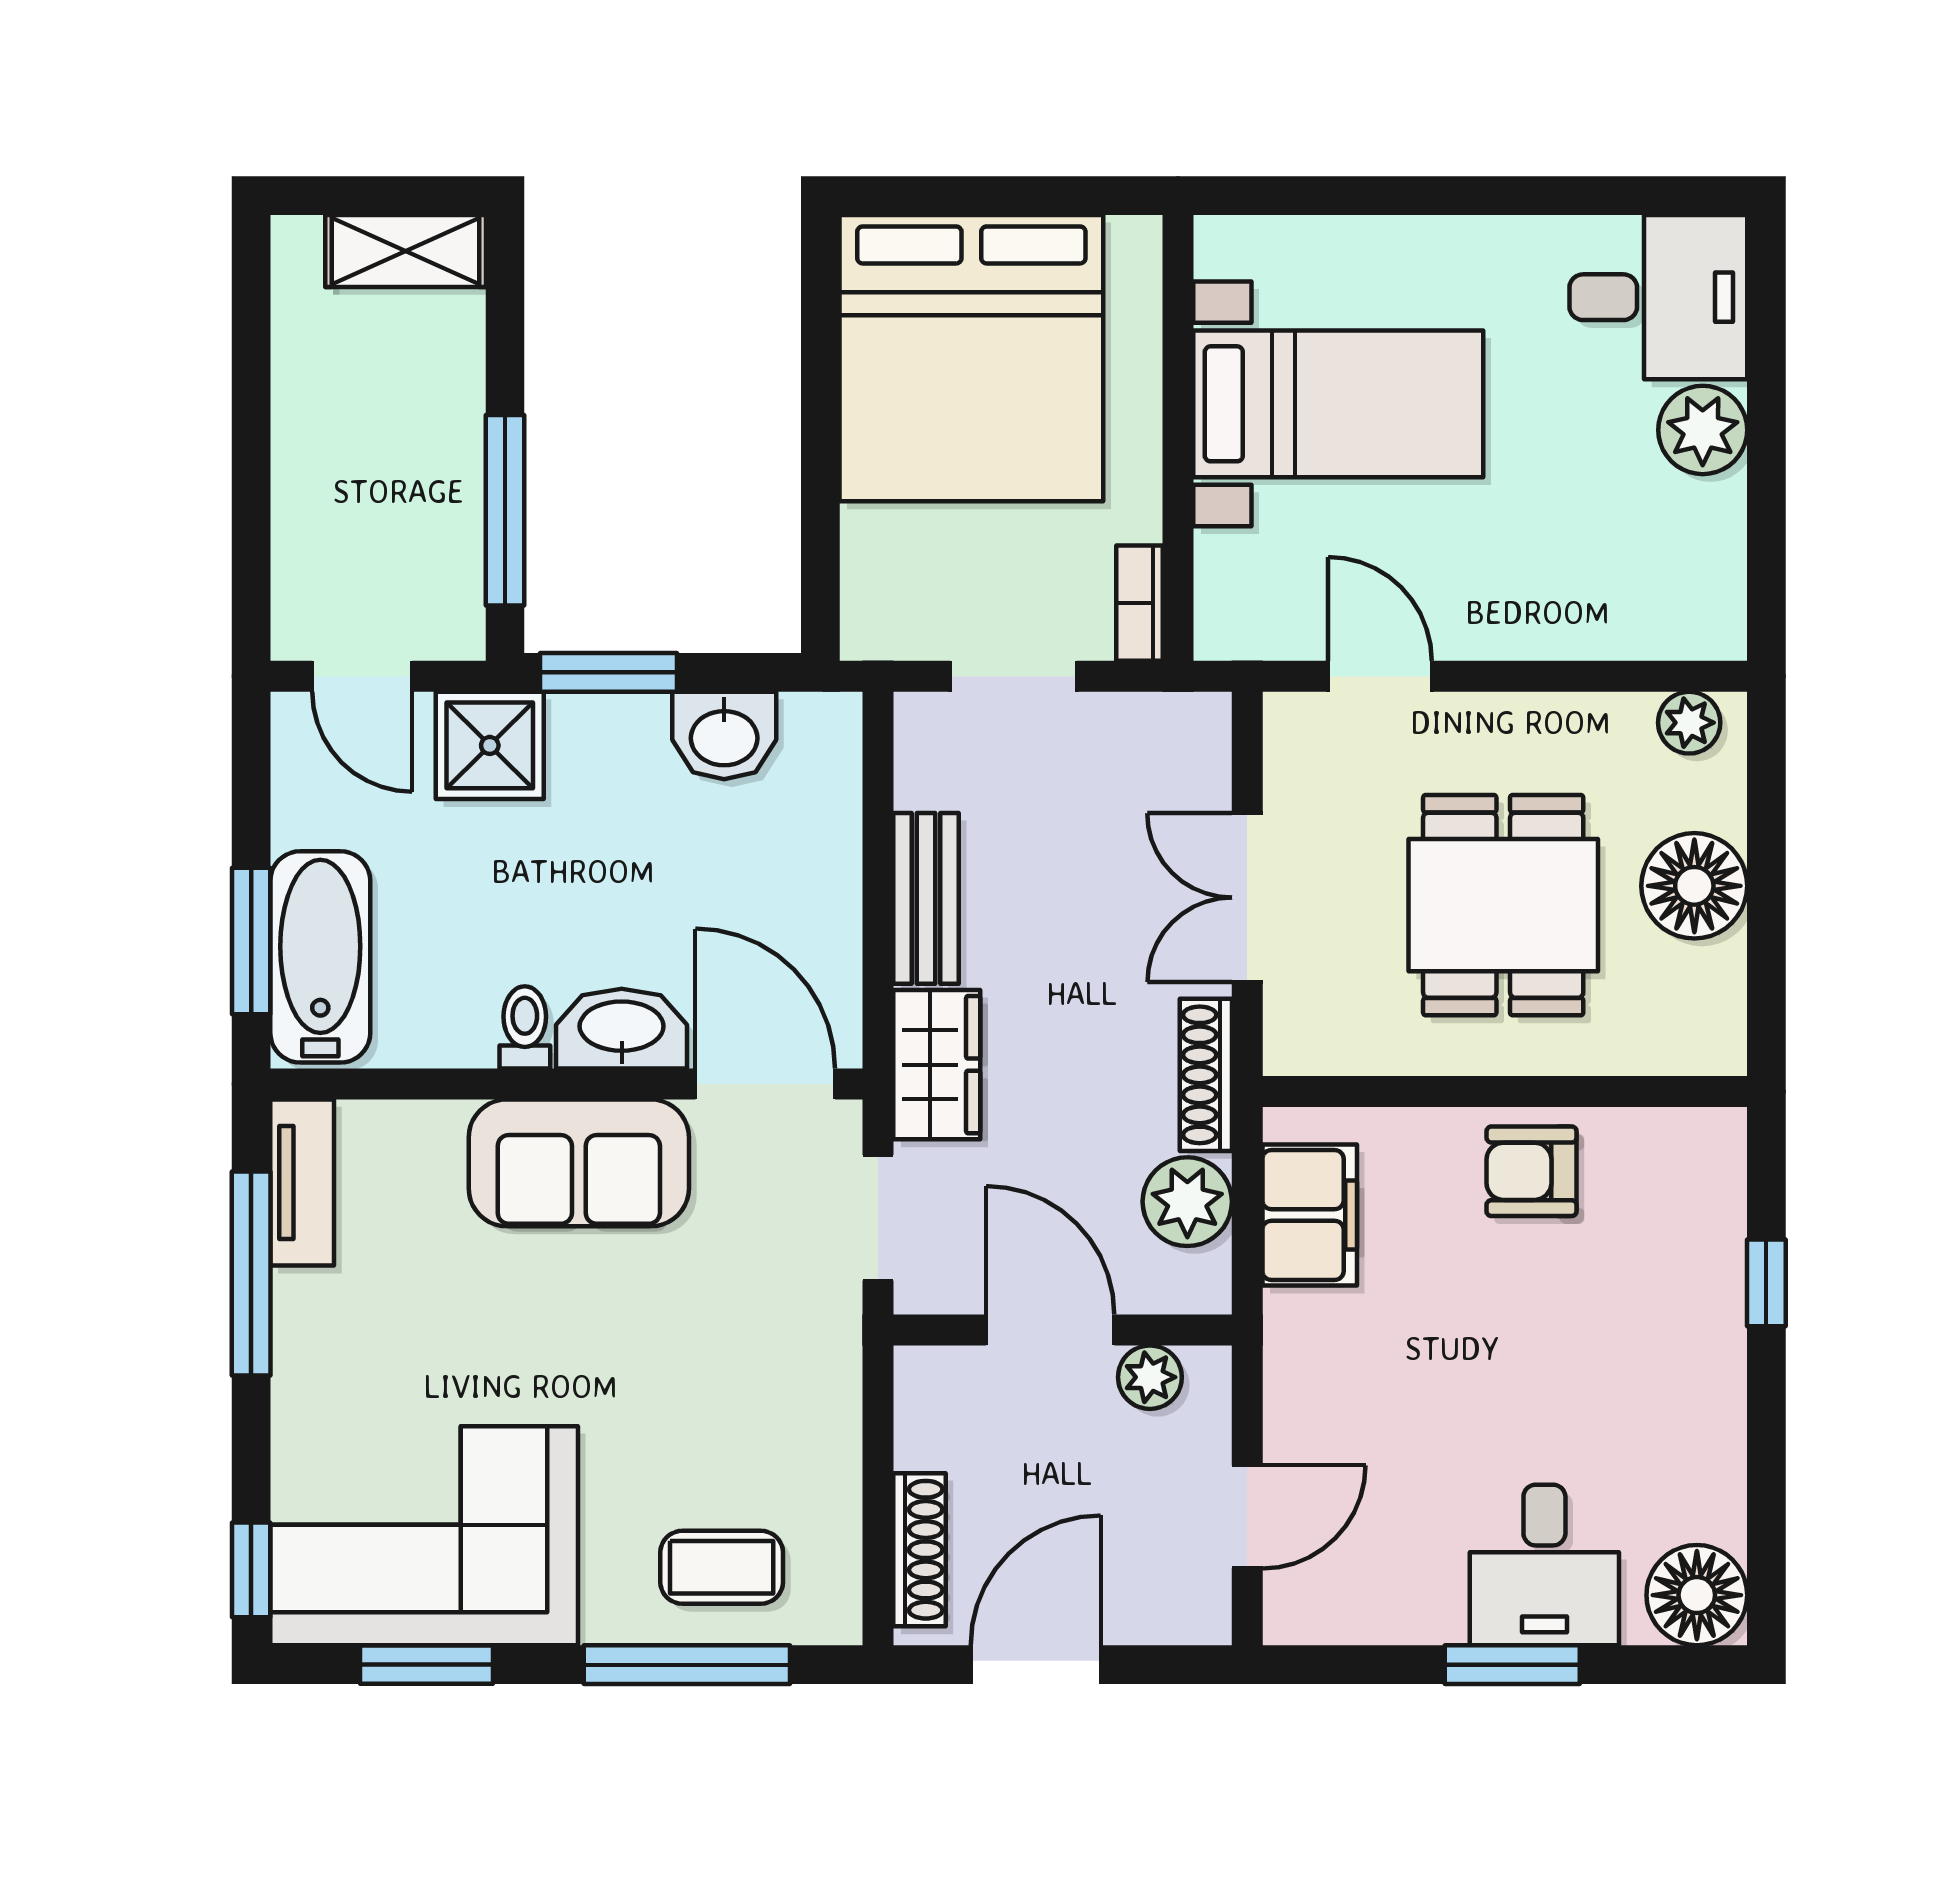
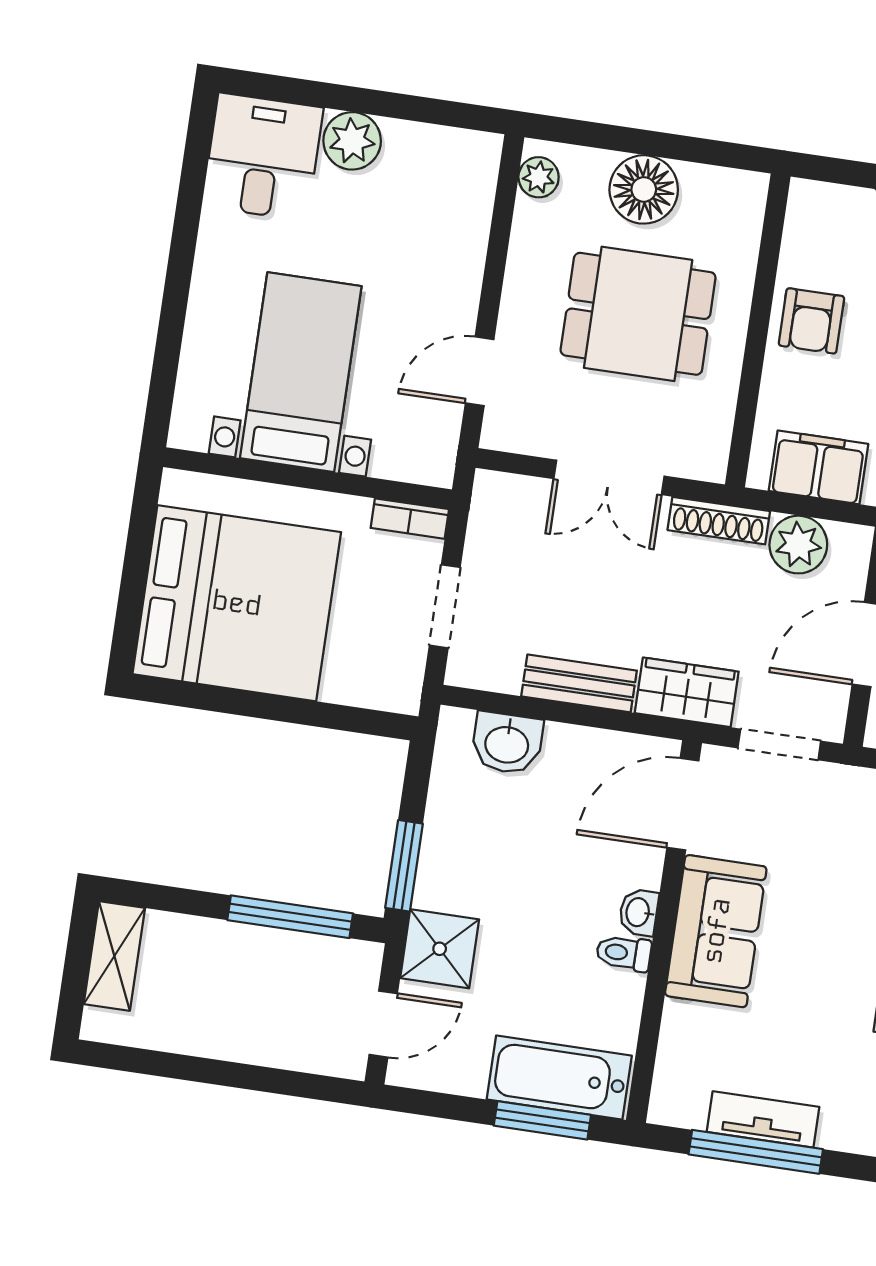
washbasin: (724, 736) -> (507, 743), moved, turned 90
washbasin: (622, 1029) -> (639, 912), width x0.52, depth x0.69
tv unit: (302, 1182) -> (763, 1119), moved

